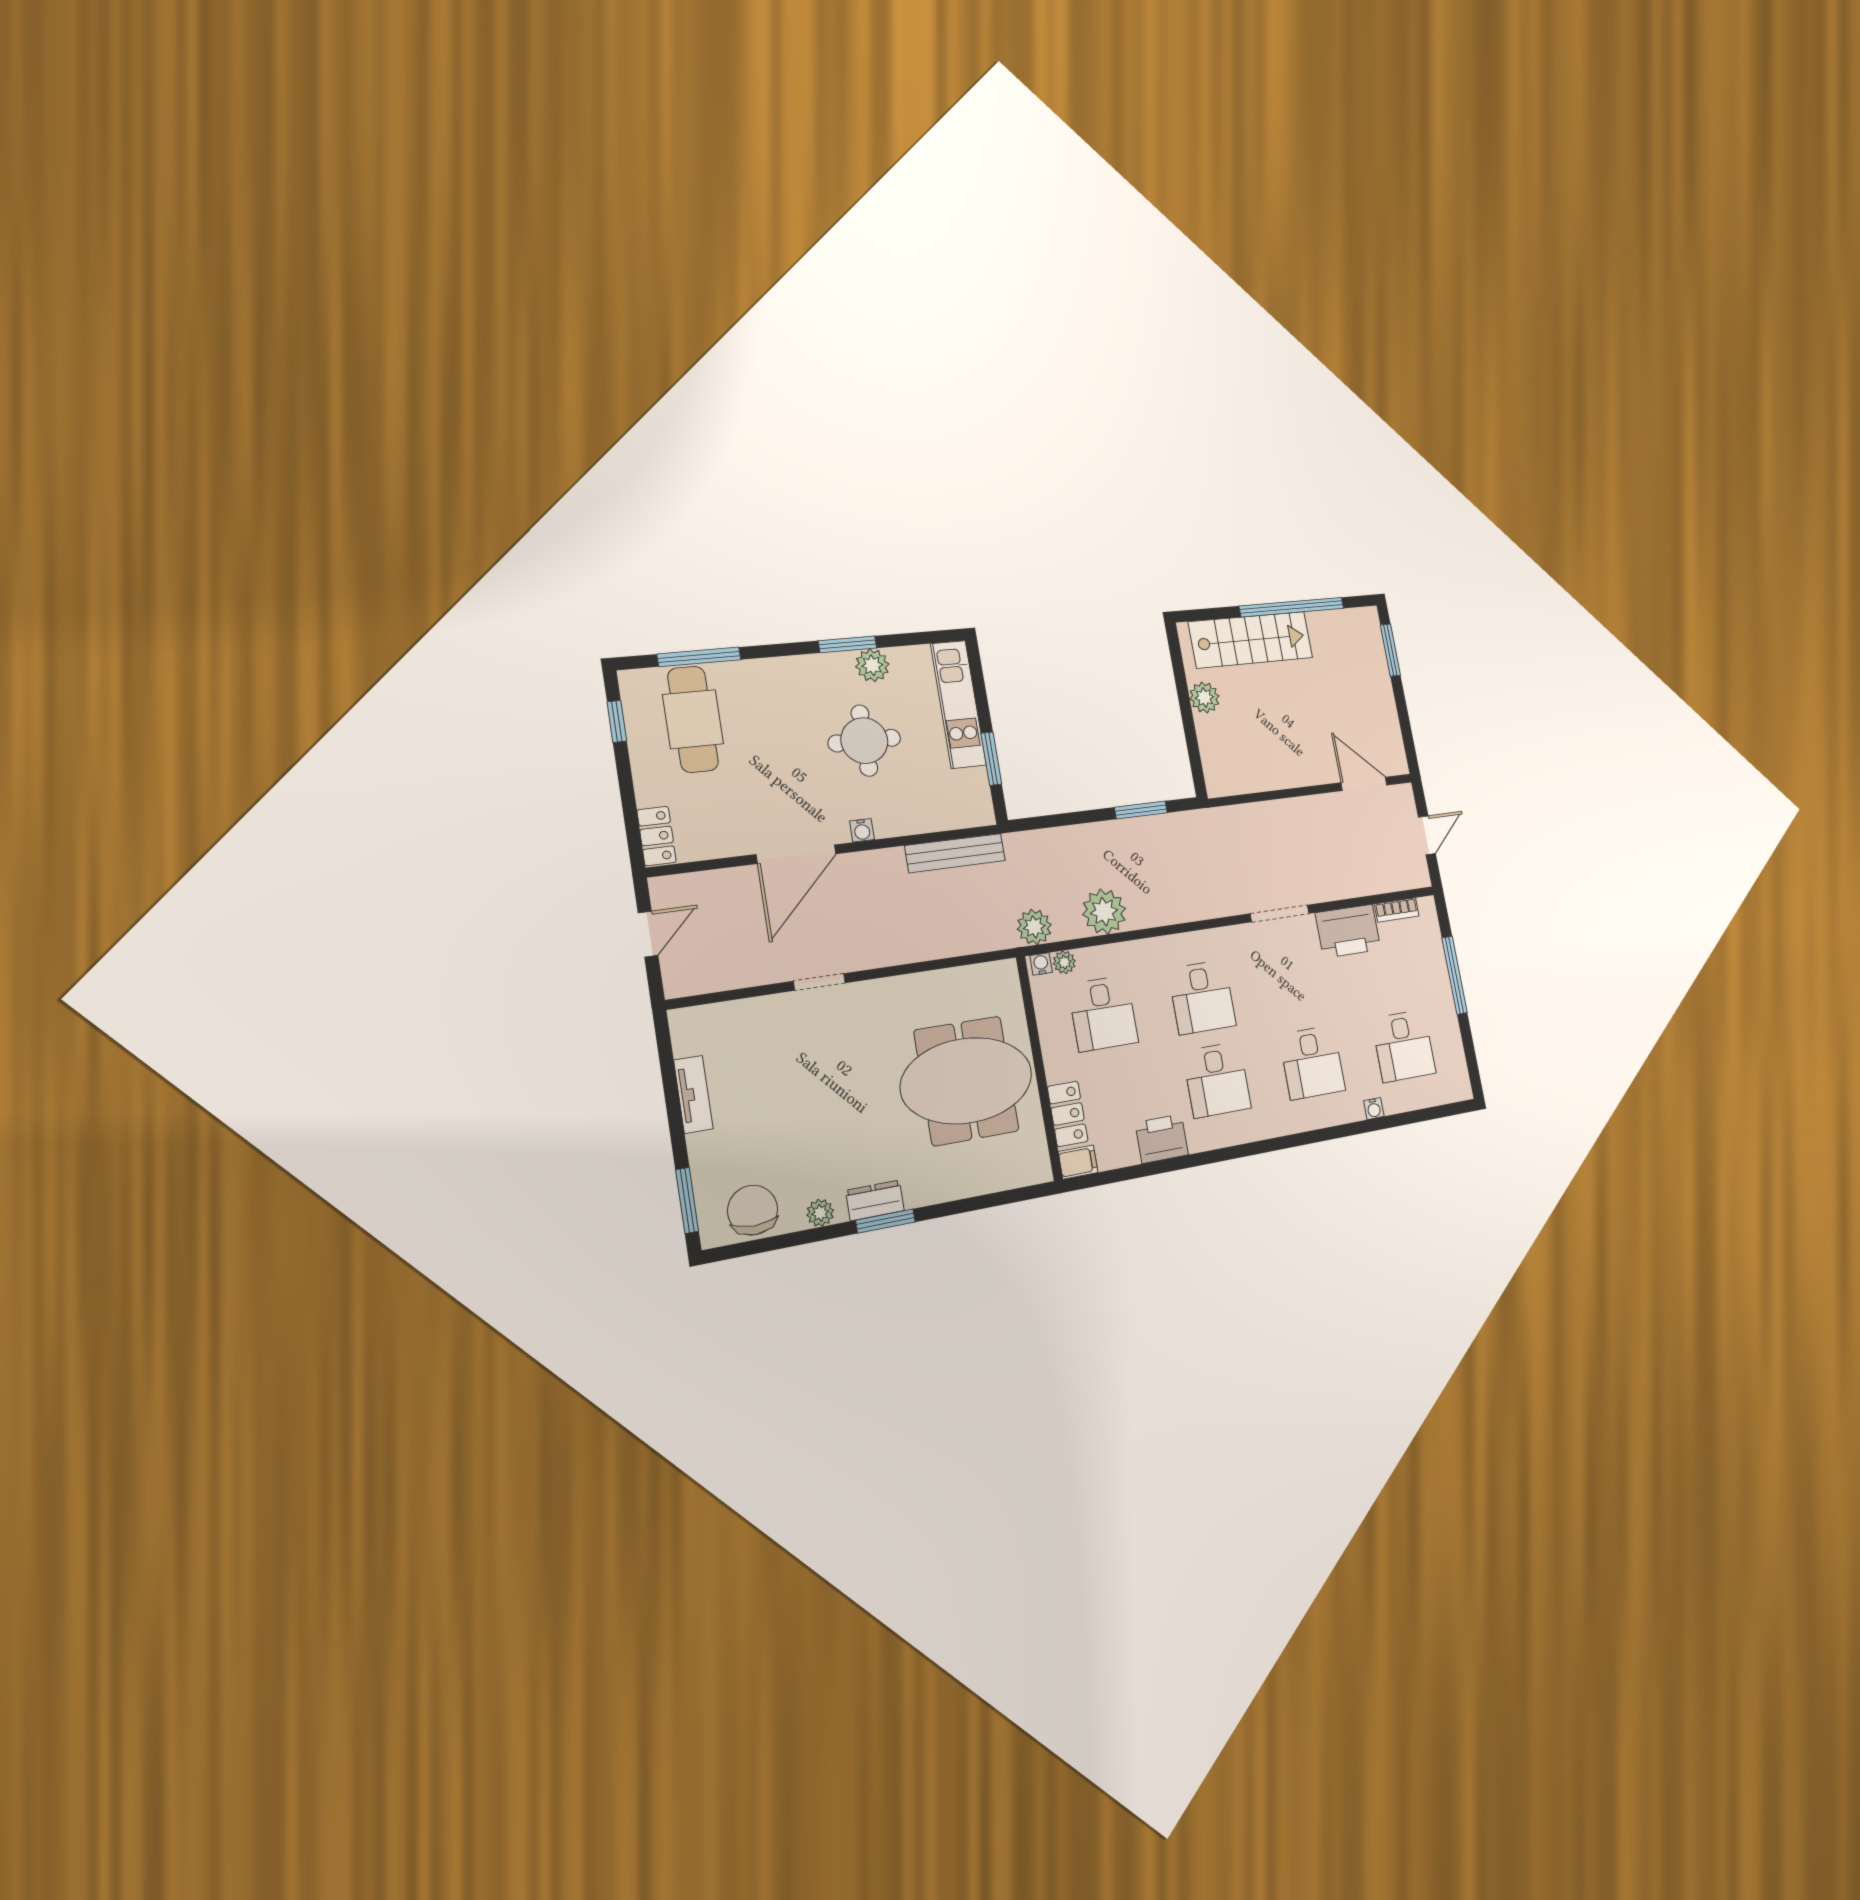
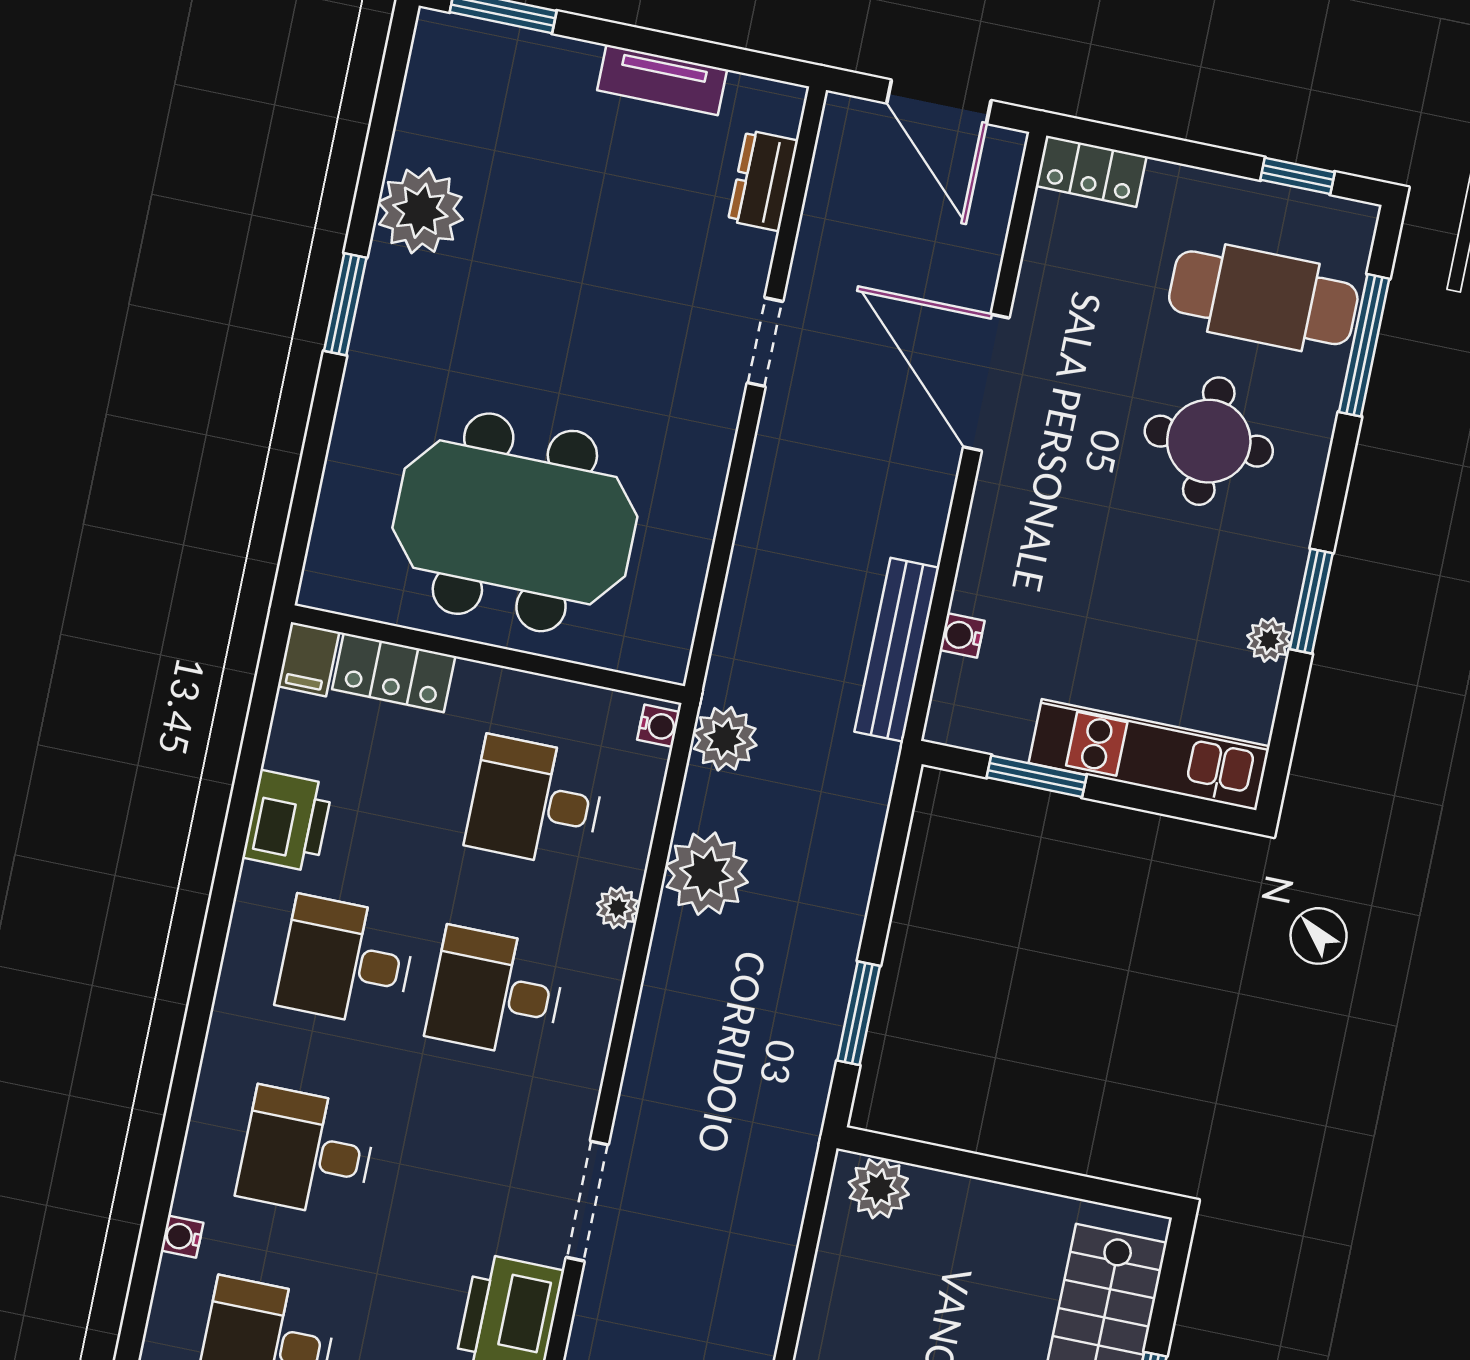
plant: (872, 665) -> (1269, 640), width x0.73, depth x0.73
plant: (1204, 697) -> (879, 1188), moved
round table: (864, 741) -> (1209, 441), moved
water cooler: (862, 830) -> (962, 635), moved
door: (648, 934) -> (939, 102), width x1.38
plant: (1064, 962) -> (618, 908), moved
meeting table: (966, 1081) -> (515, 522), turned 90
dresser: (875, 1200) -> (763, 181), moved, turned 180
chair: (753, 1210) -> (448, 104), removed
plant: (820, 1213) -> (420, 211), width x1.88, depth x1.88

